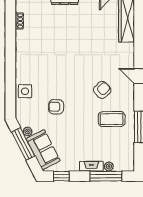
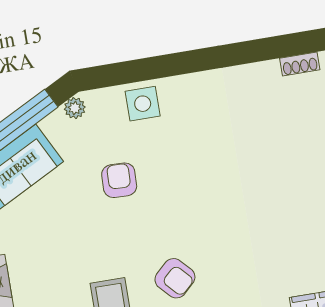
plant: (28, 131) -> (75, 108), moved

